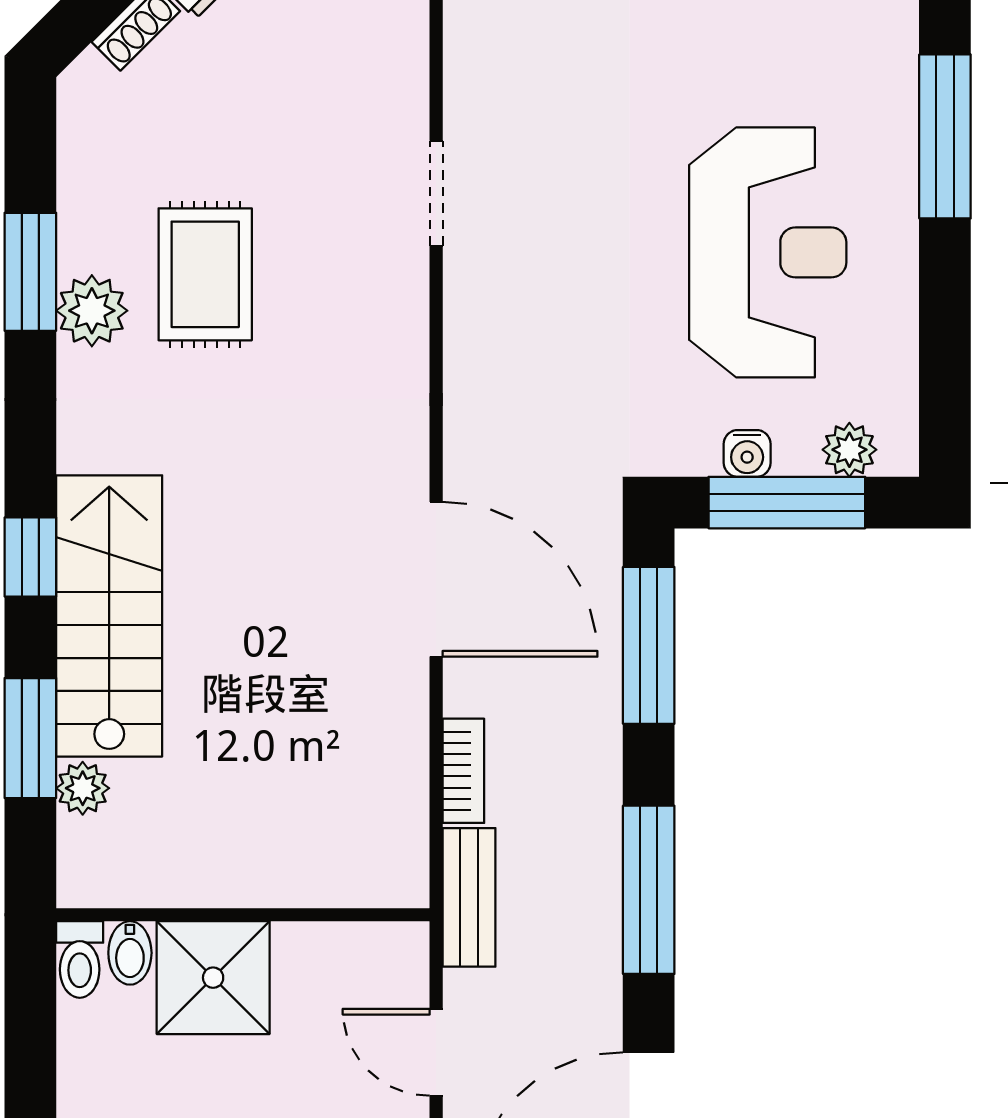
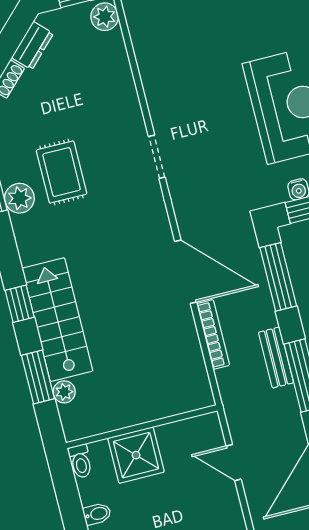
doorway: (436, 193) -> (157, 157), moved
bookcase: (463, 771) -> (213, 334), width x1.56
bench: (469, 897) -> (276, 357), moved
bidet: (130, 953) -> (97, 514), moved, turned -90

